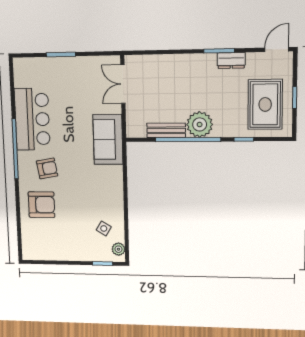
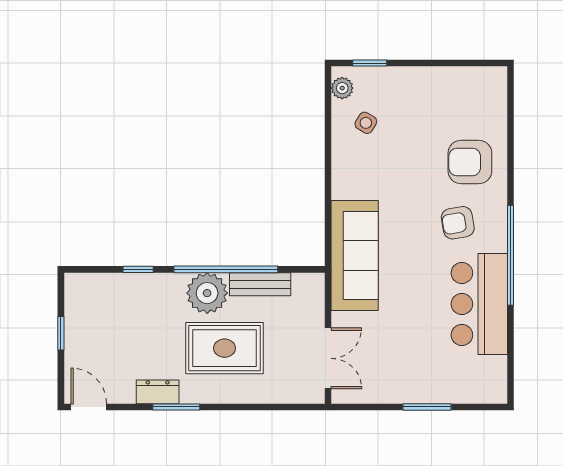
door: (277, 49) -> (89, 407), swing flipped
rug: (265, 104) -> (224, 348), moved, turned 90
sofa: (108, 139) -> (355, 255), width x1.36

